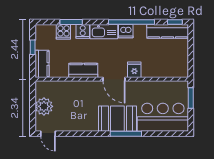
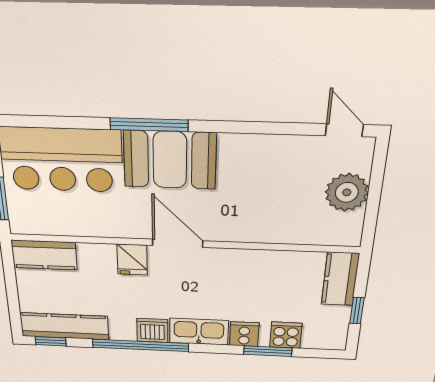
kitchen counter: (83, 70) -> (44, 255), moved

